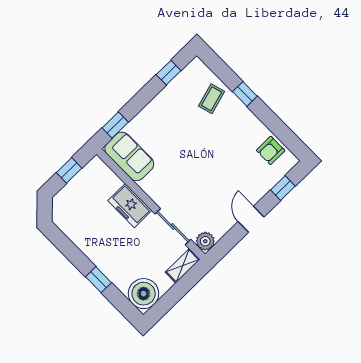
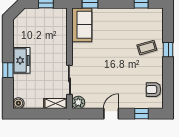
coffee table: (211, 99) -> (147, 48), moved
freezer: (130, 206) -> (21, 60), moved, turned 180
boiler: (144, 294) -> (18, 103), width x0.54, depth x0.54

